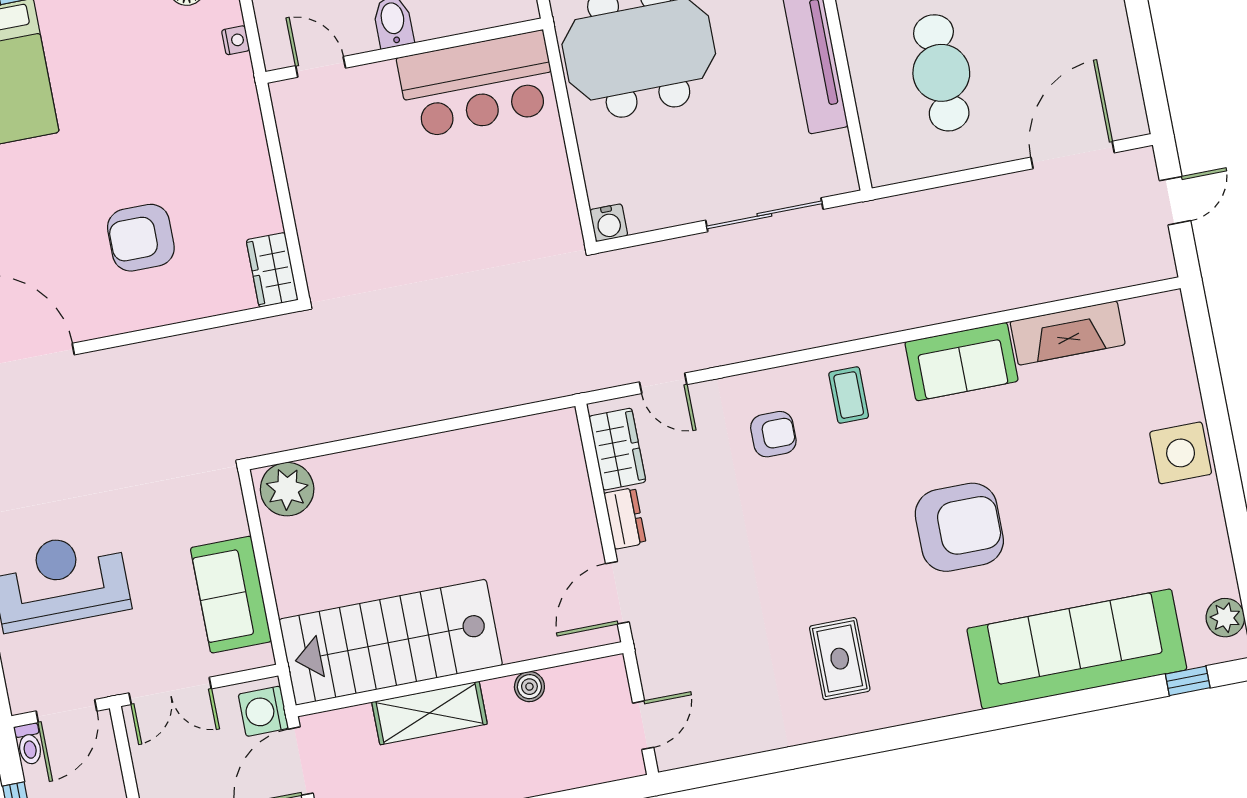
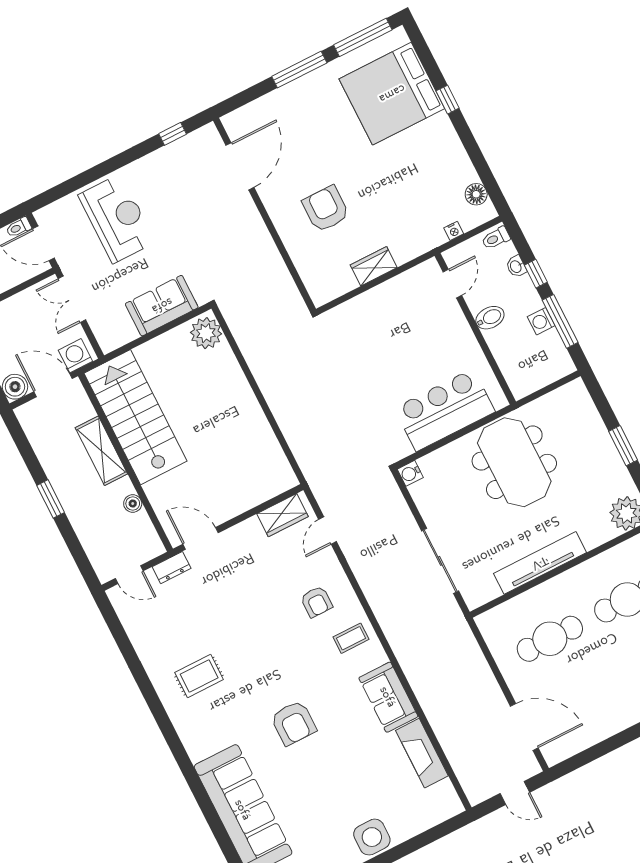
bar counter: (477, 84) -> (445, 410), moved, turned 90
wardrobe: (272, 270) -> (374, 266), moved
dresser: (625, 518) -> (172, 568), moved
armchair: (959, 527) -> (293, 723), width x0.73, depth x0.73
sofa: (231, 595) -> (162, 306), moved

